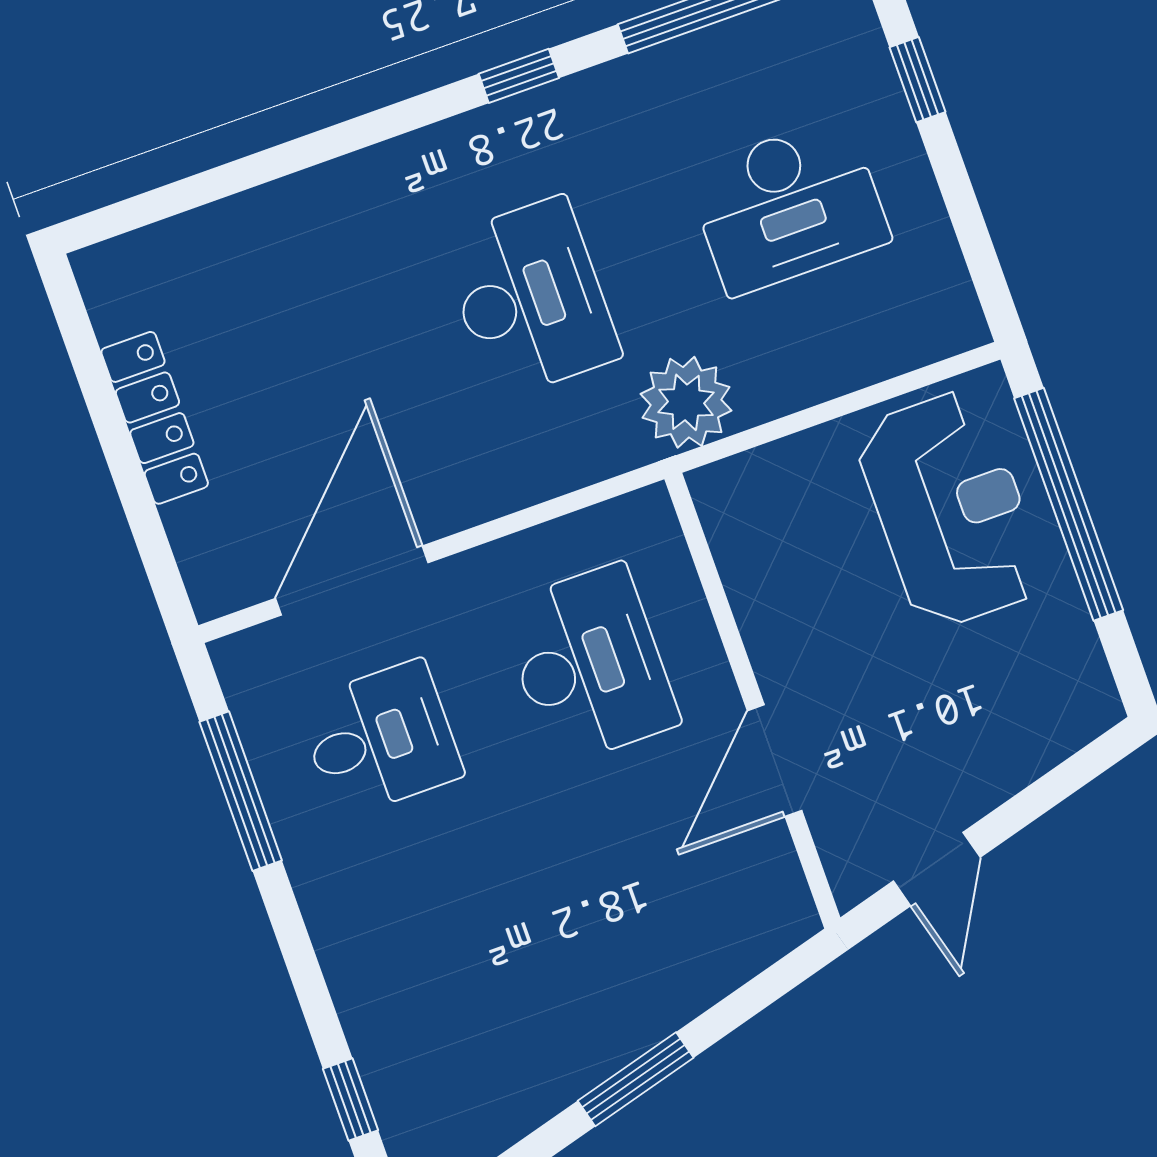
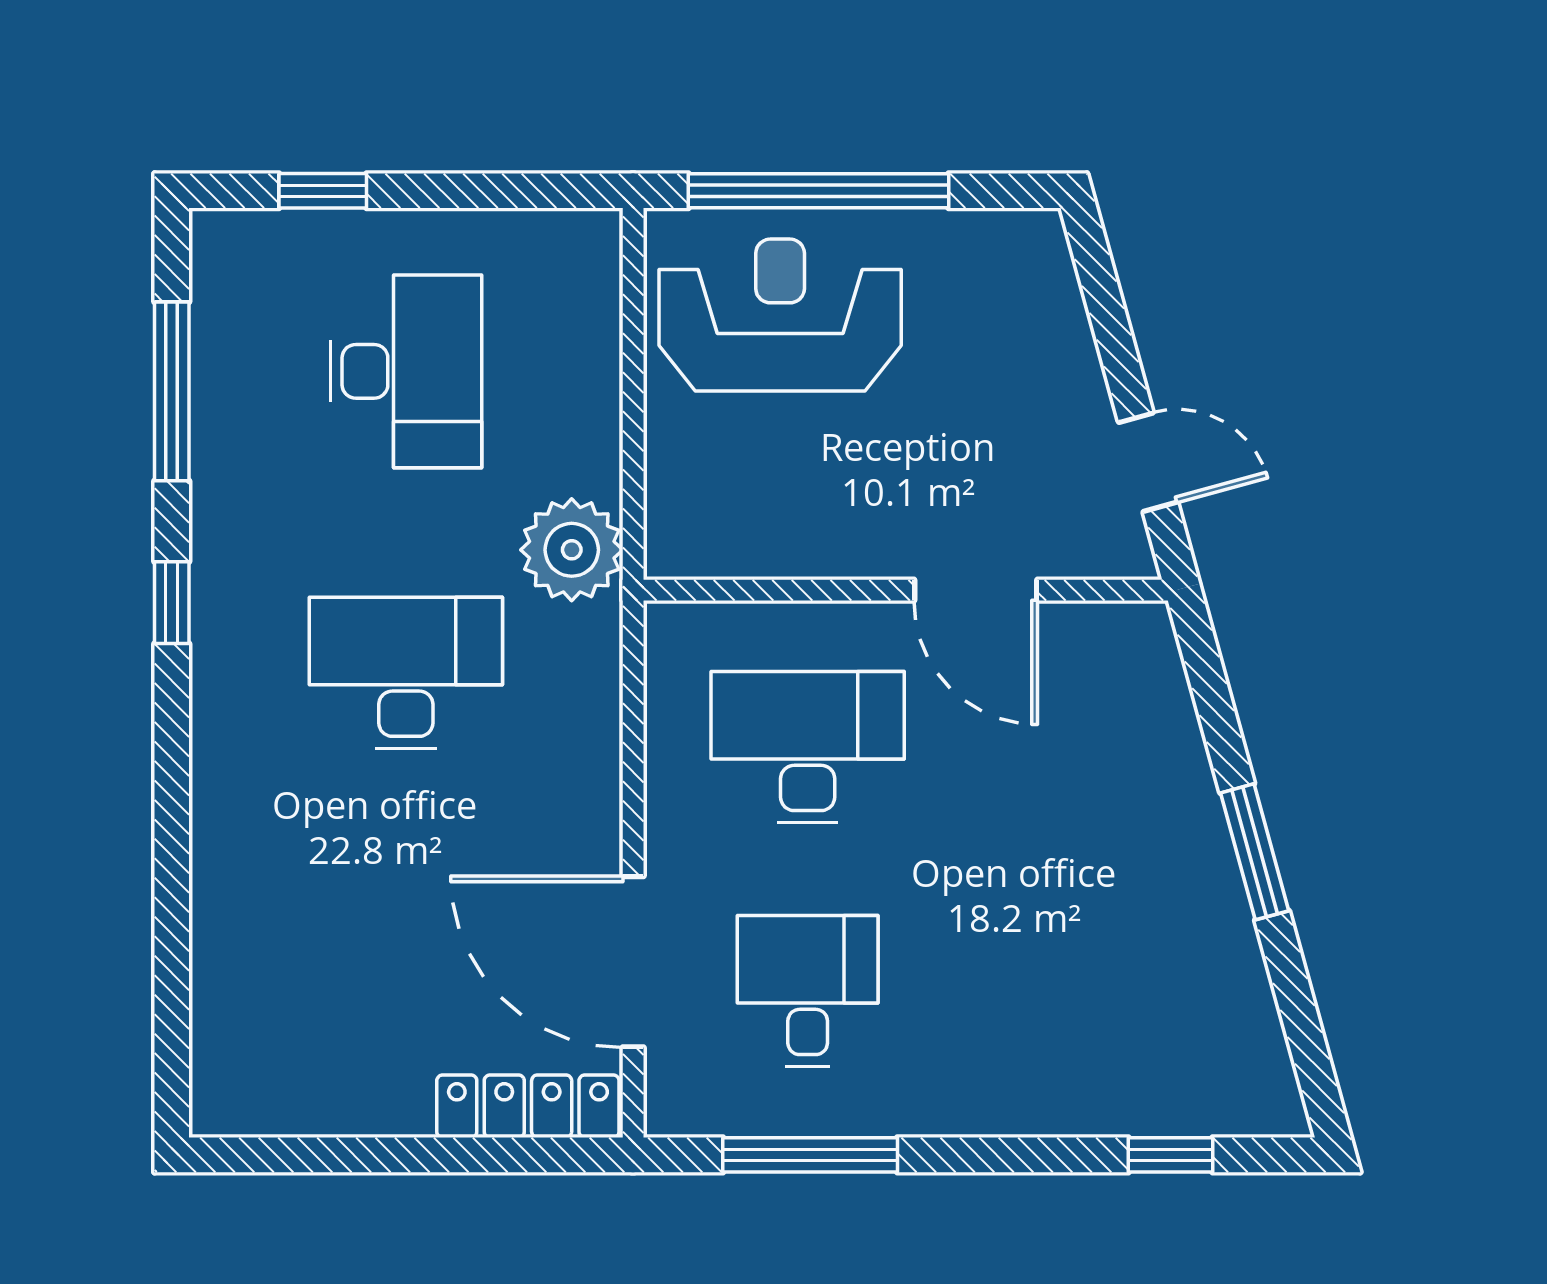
locker: (155, 418) -> (528, 1106), moved

